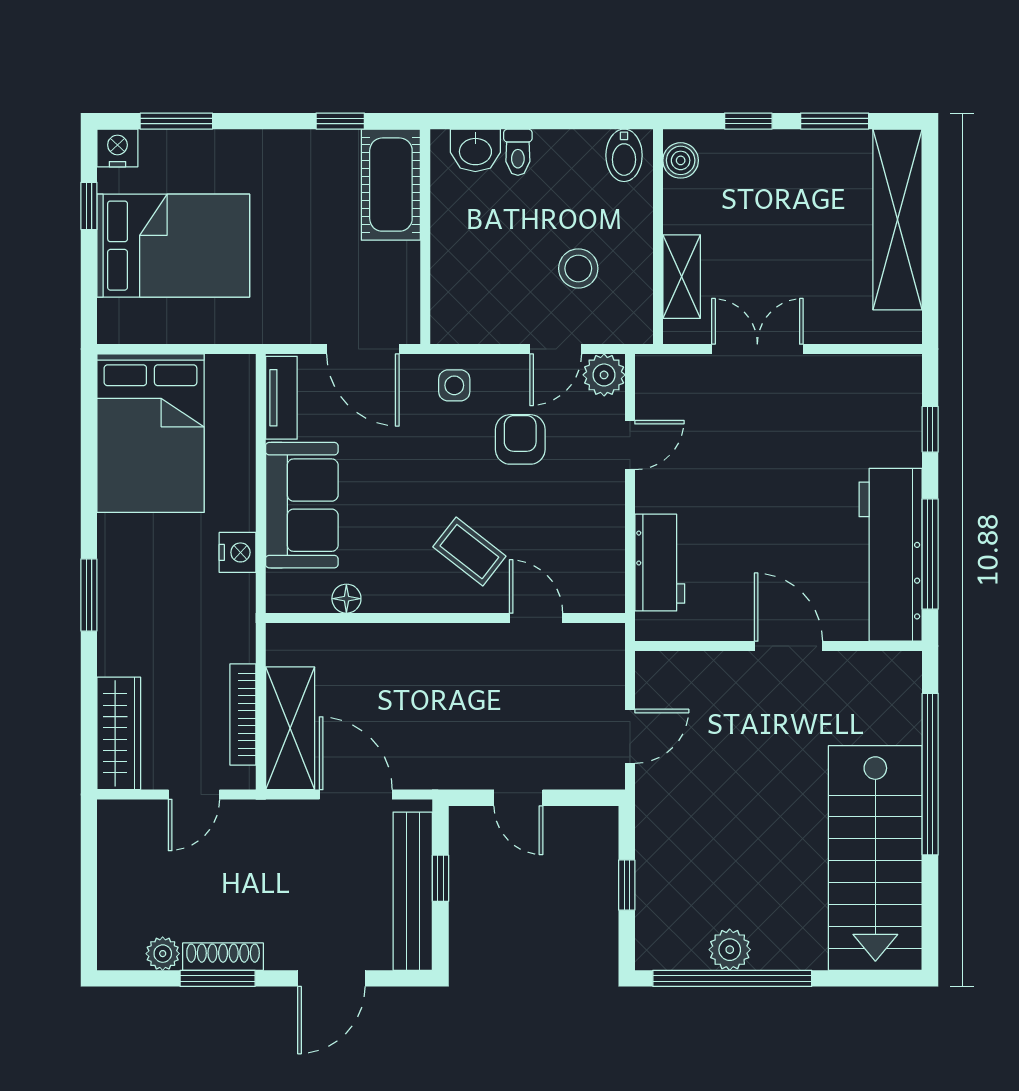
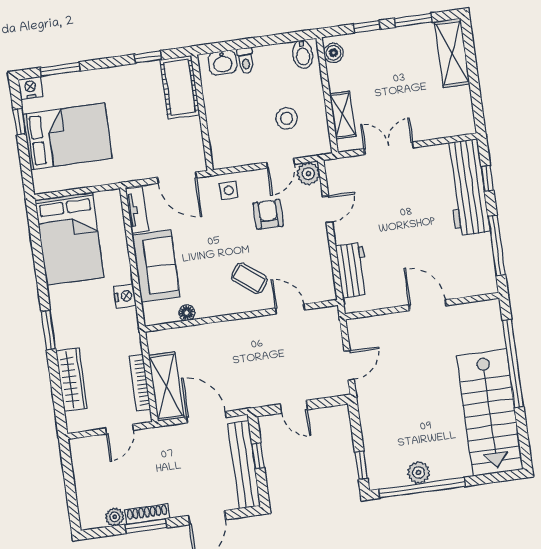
shelving: (897, 219) -> (452, 53), width x0.68
workbench: (891, 555) -> (467, 187), moved
wardrobe: (119, 733) -> (72, 379), moved
window: (627, 885) -> (361, 465), moved

